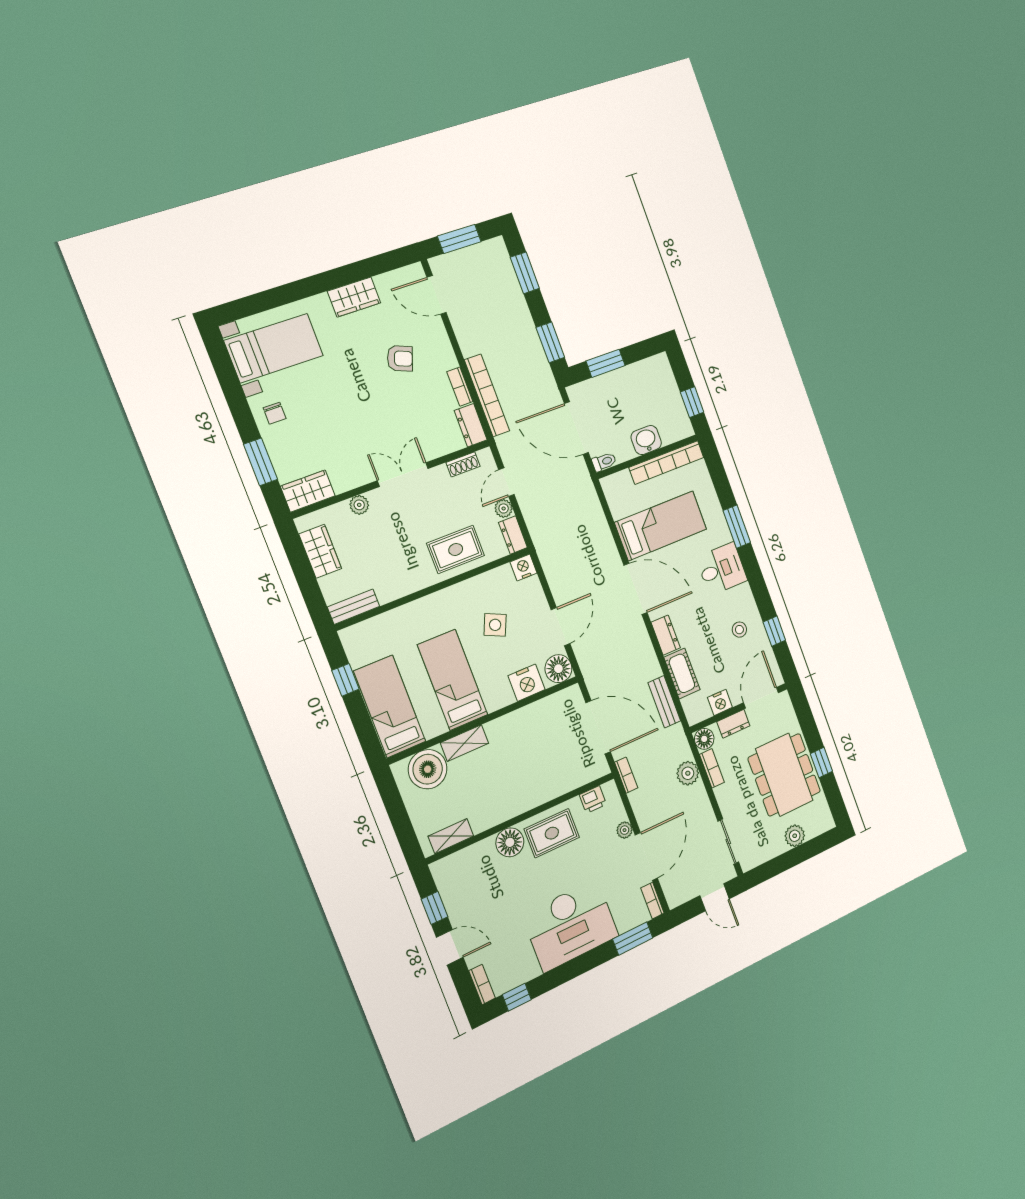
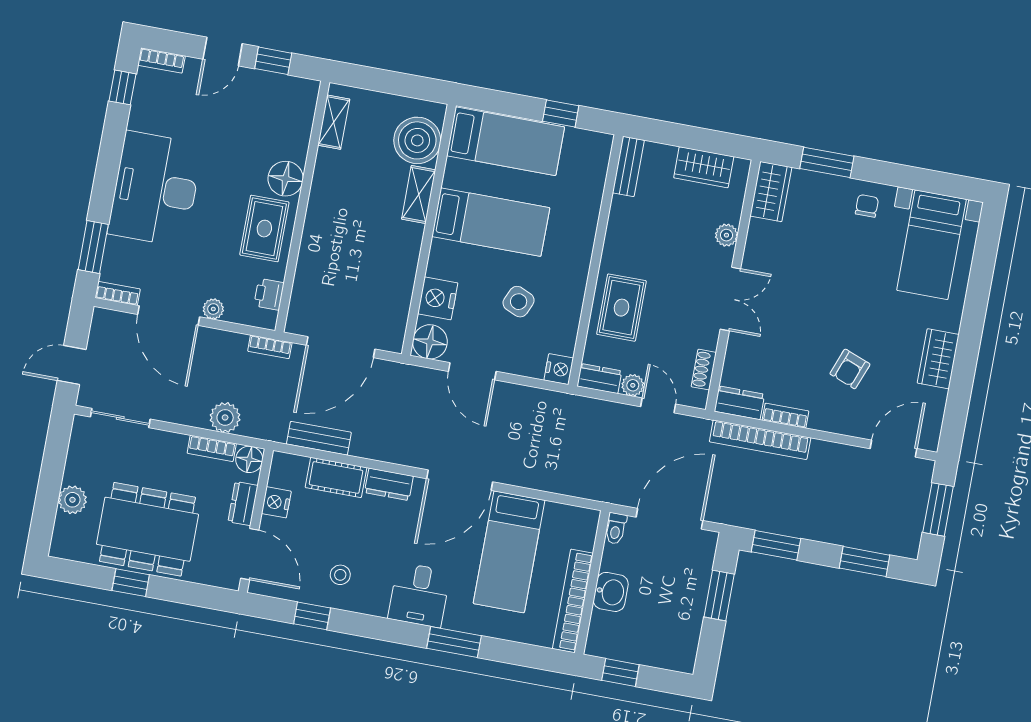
chair: (275, 413) -> (867, 206), turned 90

